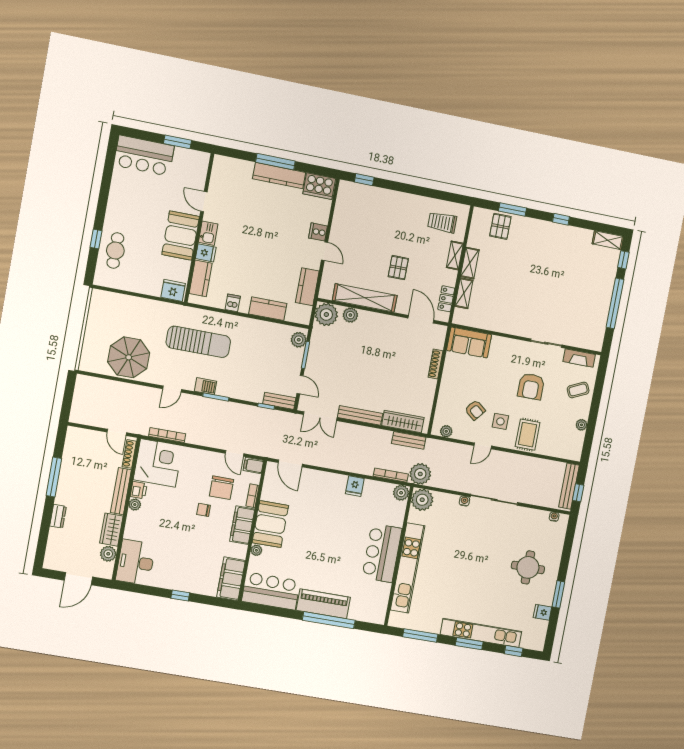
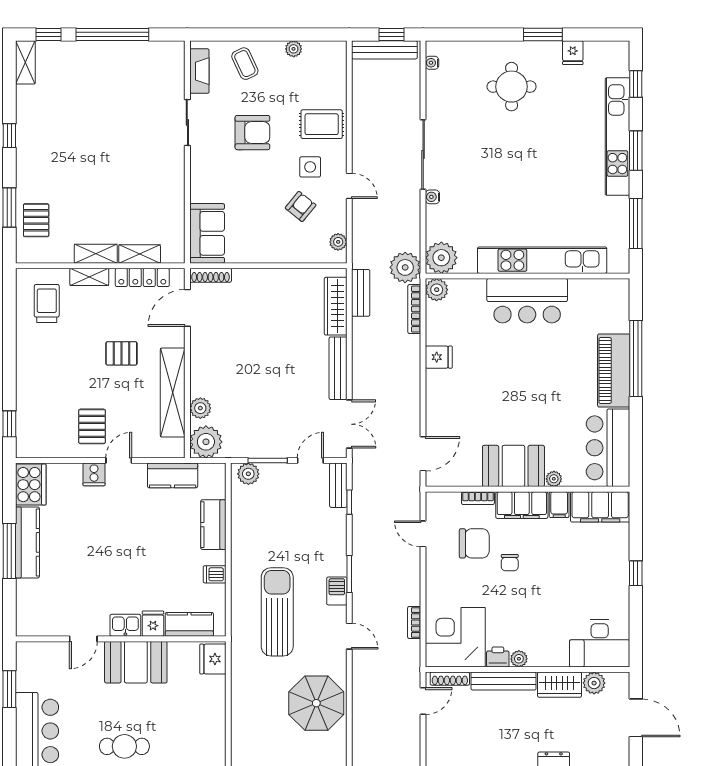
trolley: (442, 222) -> (47, 303), turned 180
pallet: (500, 226) -> (36, 220), turned 90
pallet: (352, 237) -> (92, 426), added
cafe table: (115, 251) -> (124, 746), moved
locker: (446, 299) -> (142, 277), width x1.53
shoe rack: (435, 364) -> (211, 275), moved
bookcase: (167, 435) -> (414, 622), width x0.64
door: (235, 453) -> (423, 534), swing flipped
filing cabinet: (253, 466) -> (559, 505), moved

